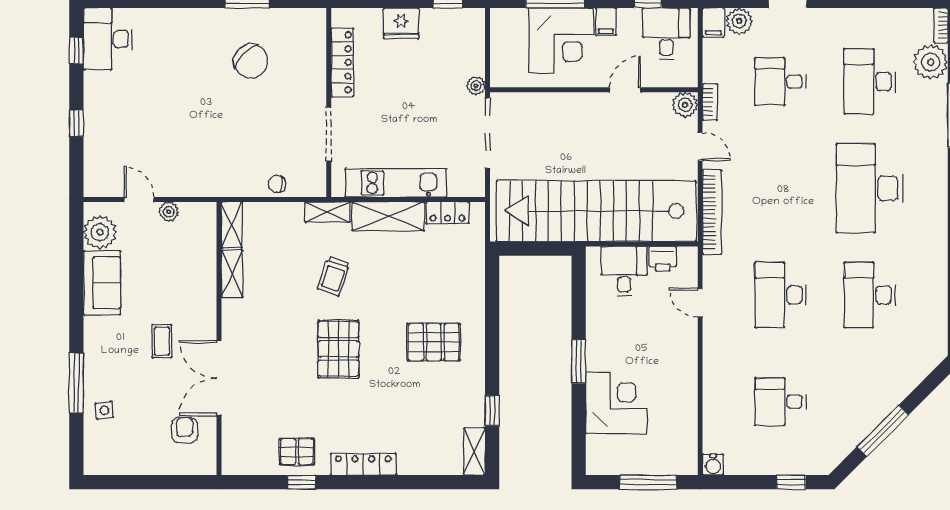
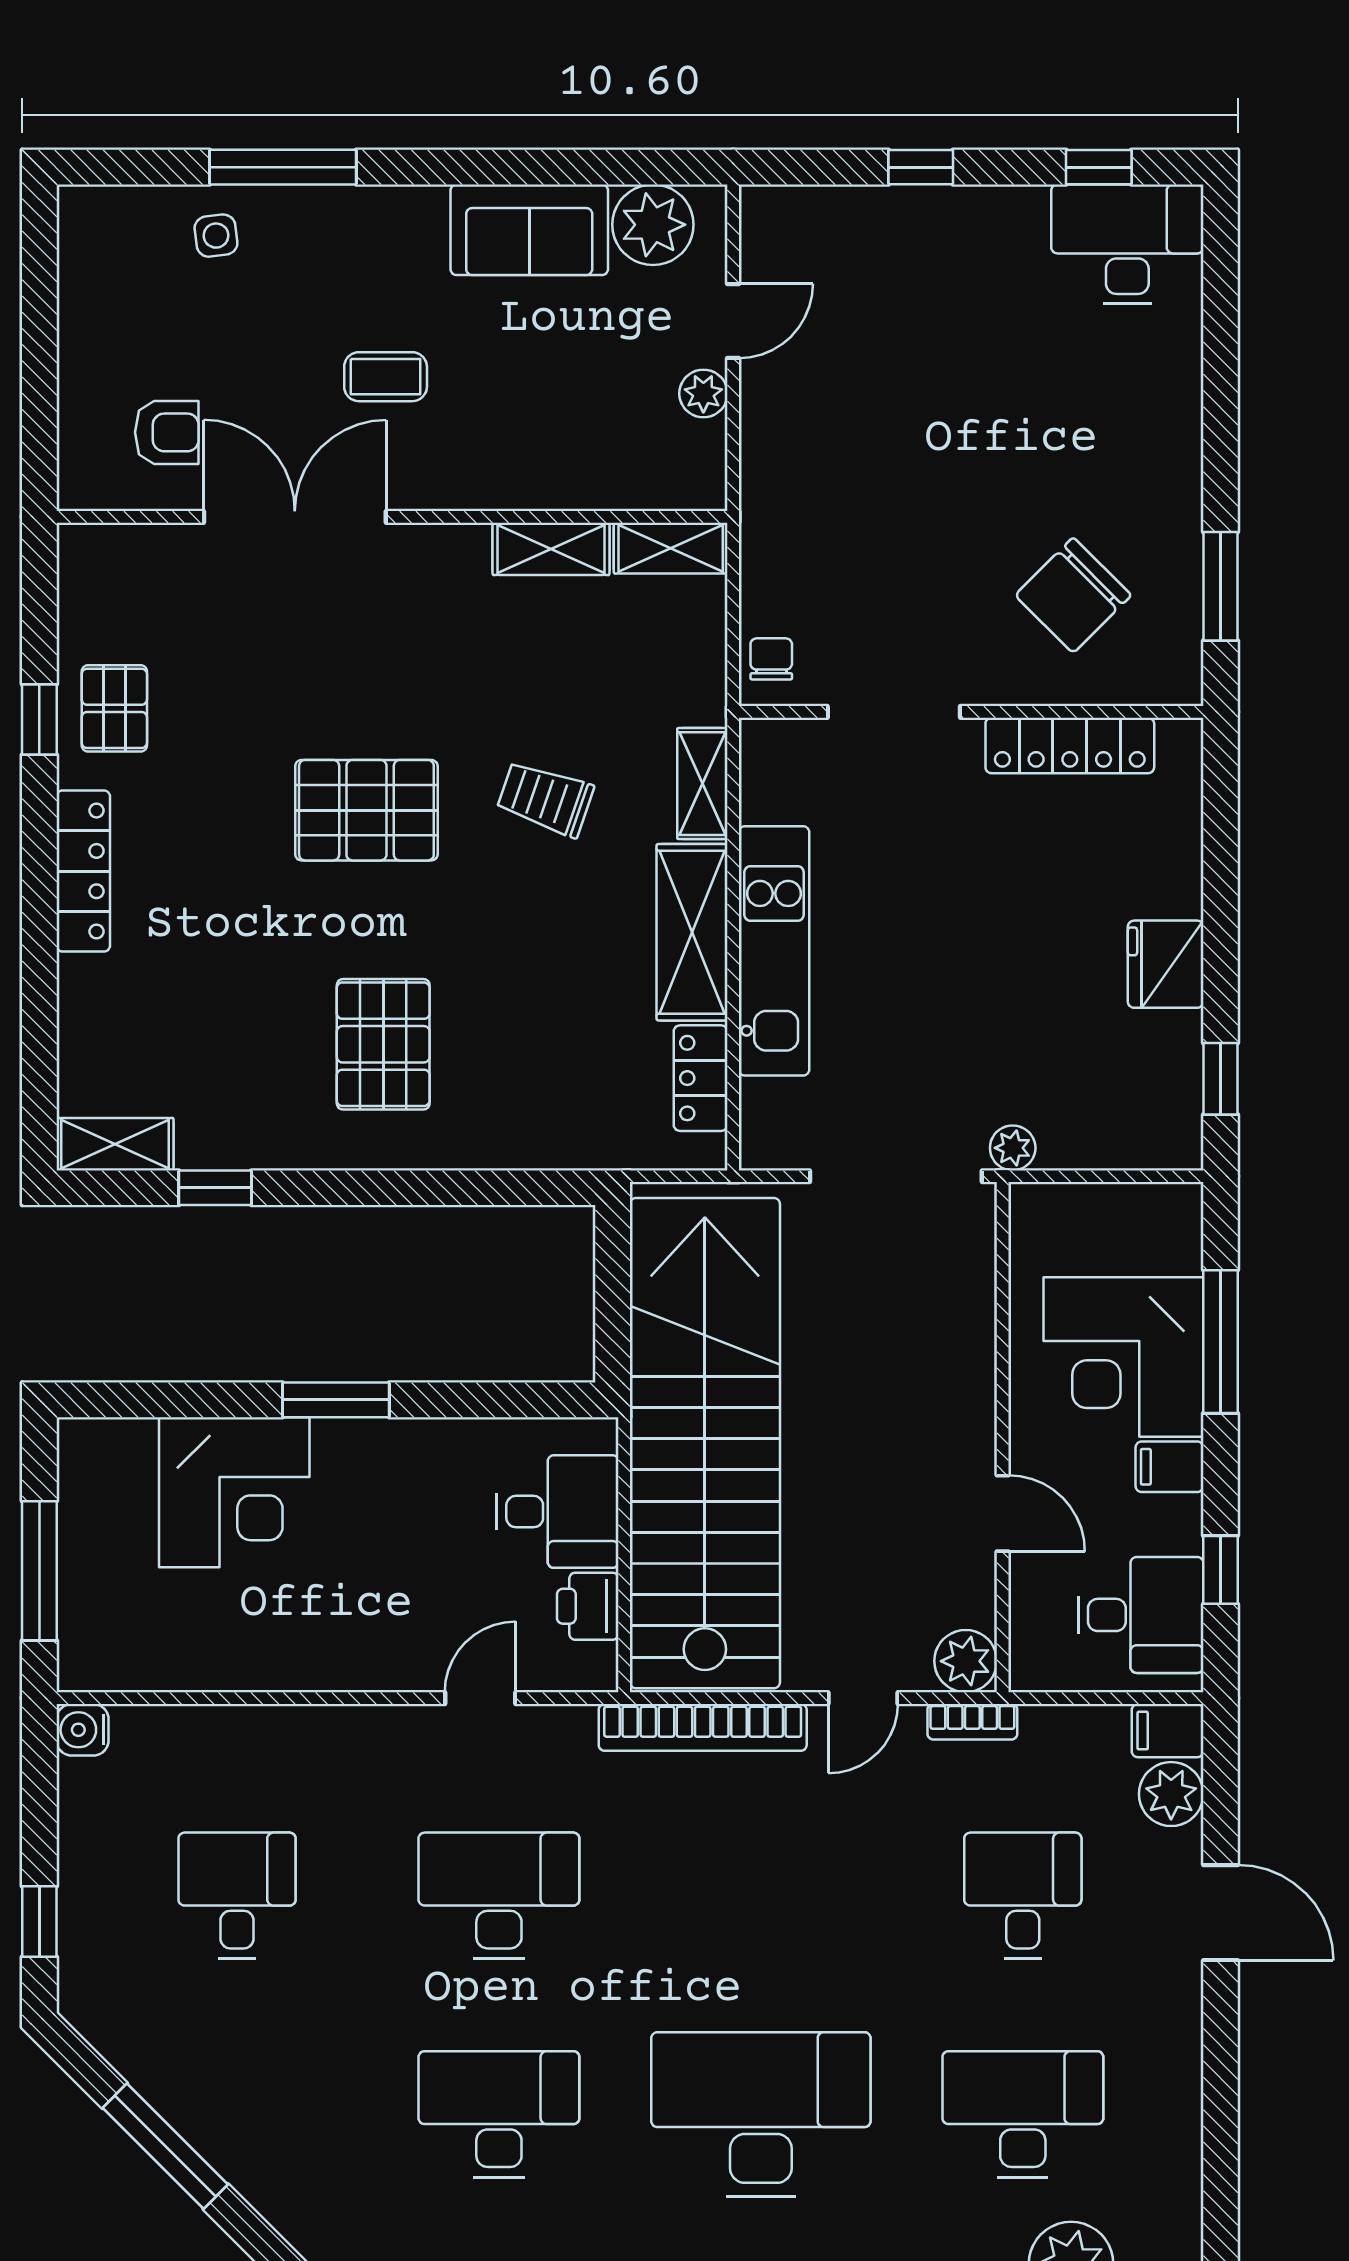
locker: (342, 62) -> (1070, 745), moved
wall: (329, 103) -> (971, 712), moved
doorway: (329, 134) -> (894, 712), moved

